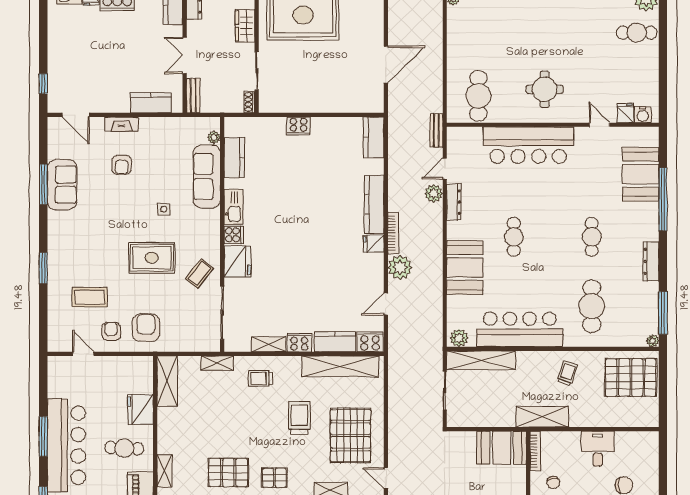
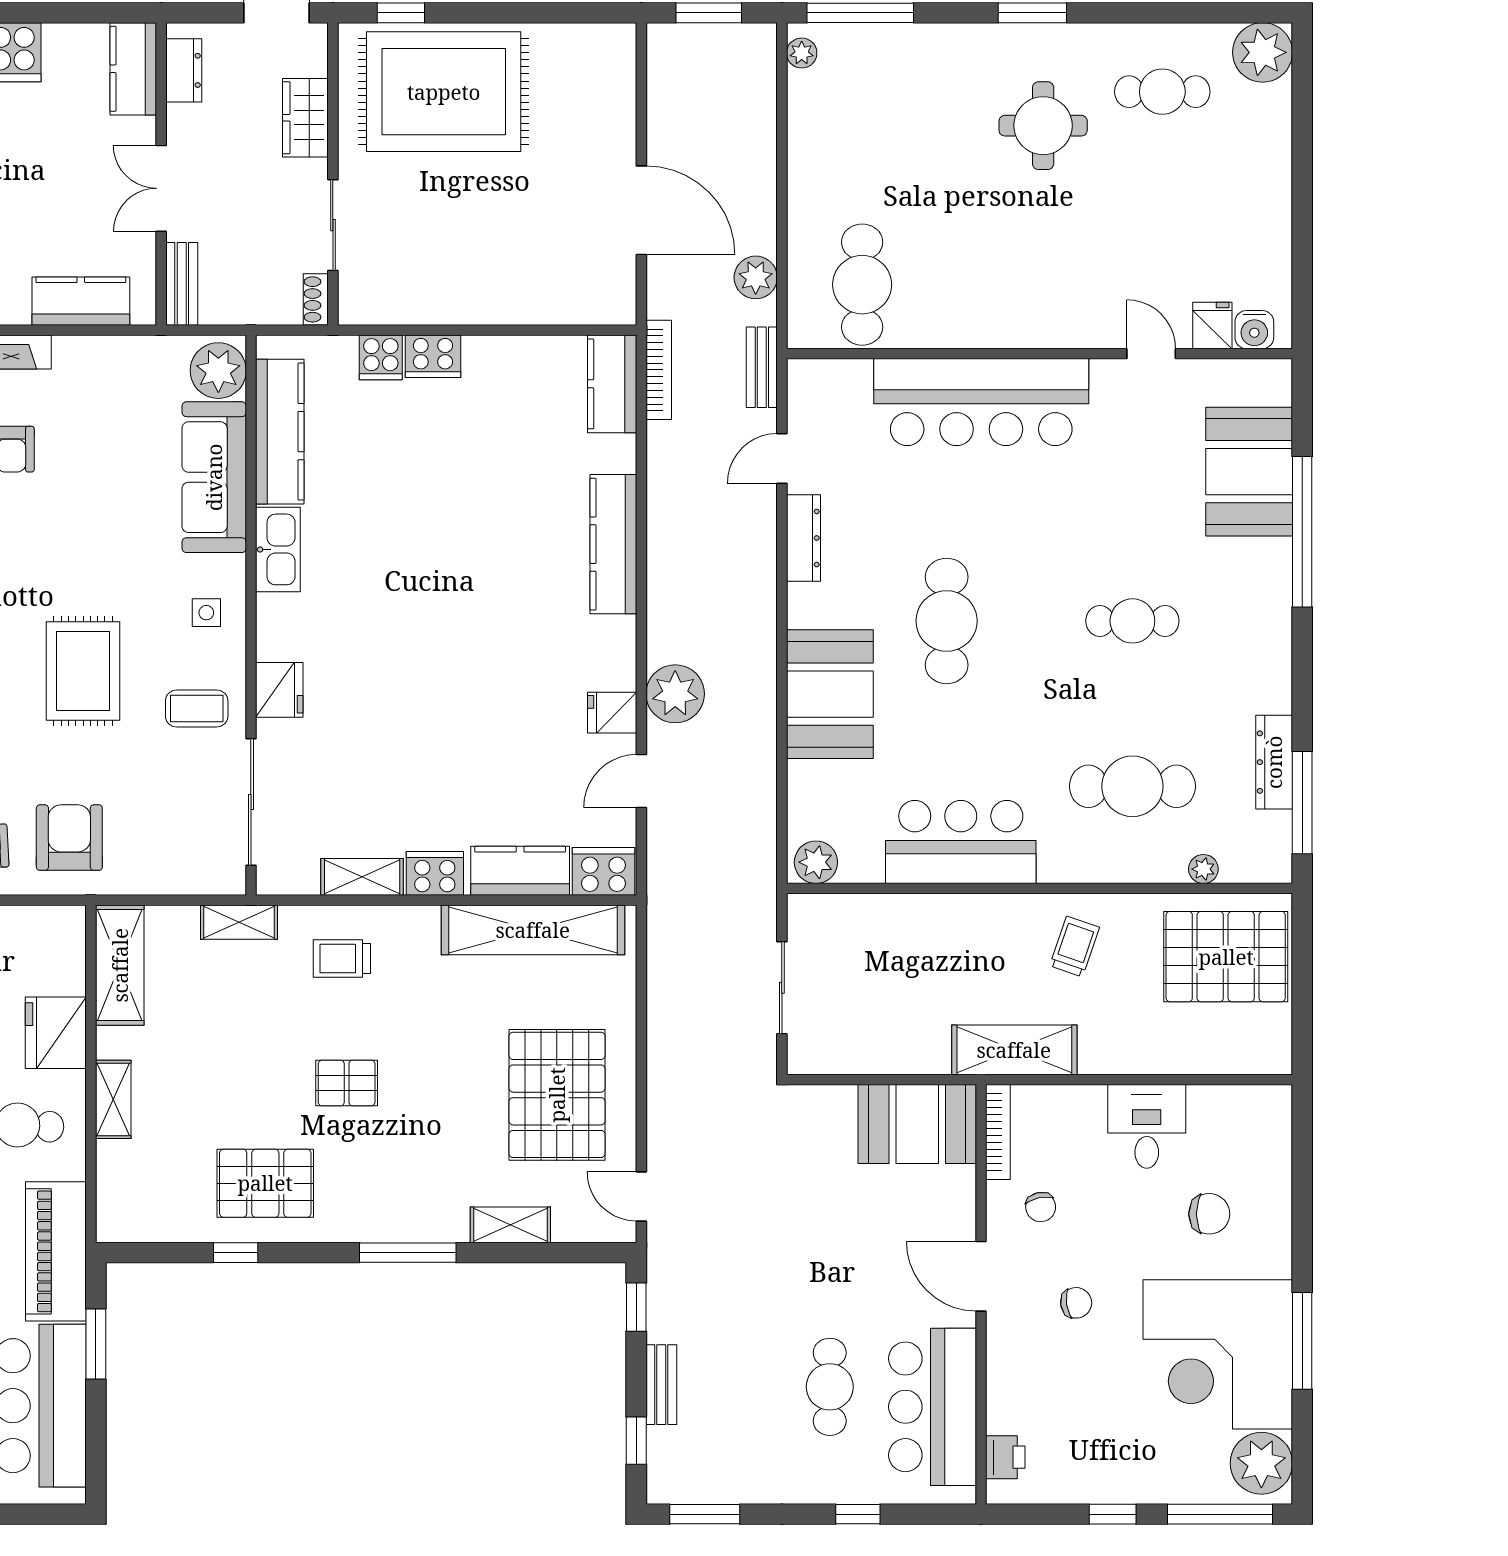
cafe table: (637, 33) -> (1162, 92), moved
door: (386, 65) -> (641, 210), hinge flipped
round table: (545, 89) -> (1043, 126), moved
plant: (214, 137) -> (218, 371), width x1.88, depth x1.88
kitchen counter: (234, 157) -> (280, 432), width x1.50
plant: (434, 193) -> (756, 277), moved
side table: (164, 209) -> (206, 613), moved
bookcase: (393, 233) -> (659, 370), moved
cooker: (234, 235) -> (381, 357), moved, turned 90
cafe table: (514, 237) -> (947, 621), width x1.37, depth x1.35
cafe table: (592, 237) -> (1132, 621), turned 90
fridge: (374, 244) -> (612, 713), moved
rug: (152, 258) -> (83, 671), turned 90
dresser: (651, 261) -> (1274, 762), moved
fridge: (237, 262) -> (279, 690), width x0.73, depth x0.75
coffee table: (199, 274) -> (197, 708), turned 52
cafe table: (592, 306) -> (1132, 786), turned 90
bar counter: (520, 329) -> (961, 842), width x0.73
plant: (653, 341) -> (1203, 869), moved
shelving: (481, 360) -> (869, 915), removed
trolley: (299, 418) -> (435, 1052), removed
shelving: (164, 471) -> (113, 1099), moved
pallet: (274, 478) -> (347, 1083), moved

